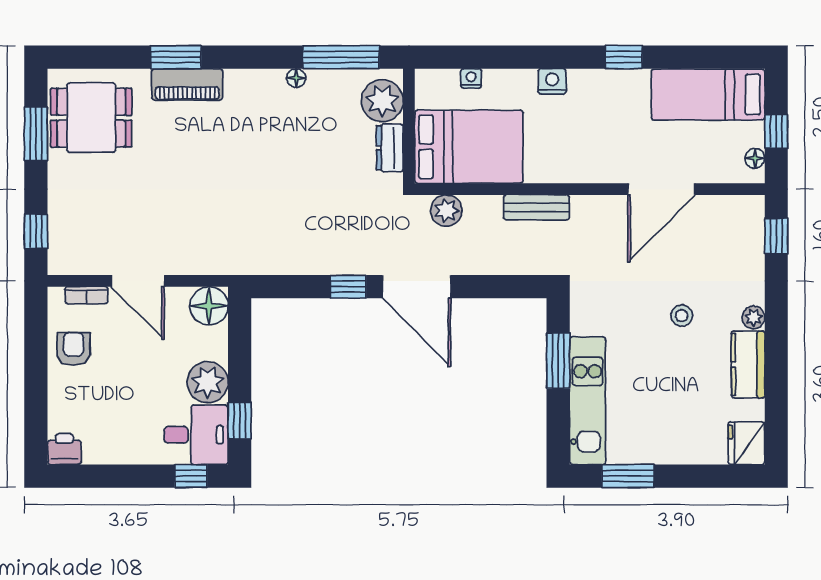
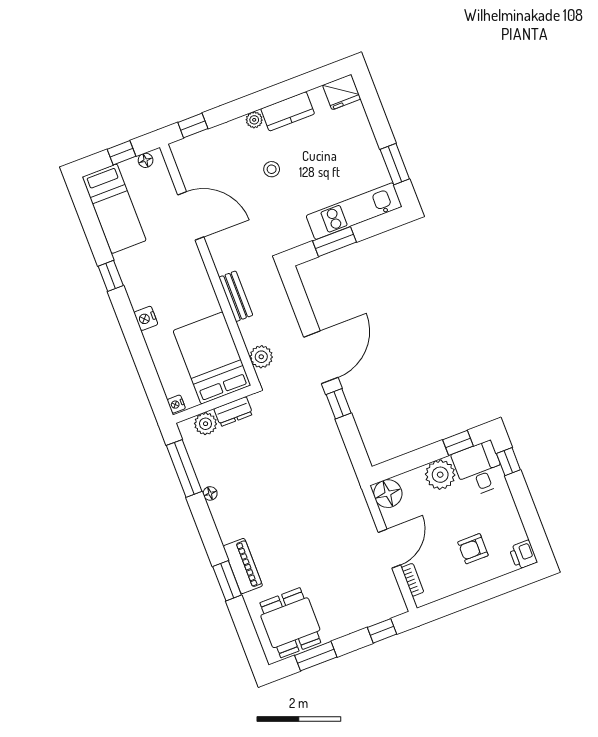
nightstand: (471, 78) -> (176, 404), moved
plant: (382, 101) -> (206, 424), width x0.73, depth x0.73
armchair: (74, 349) -> (473, 549), moved

